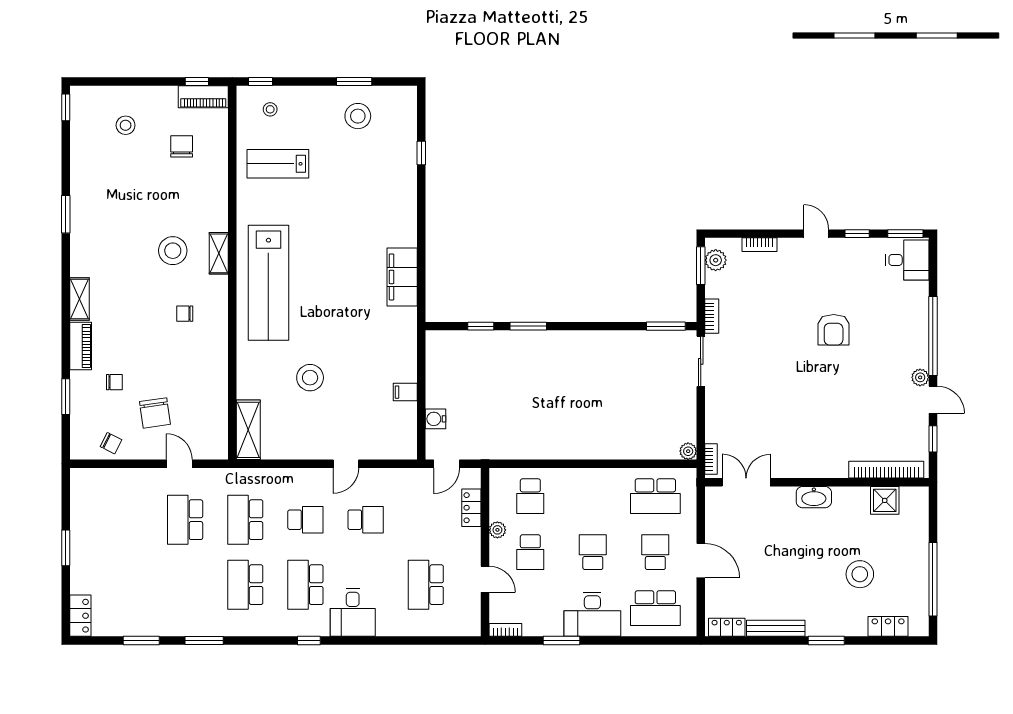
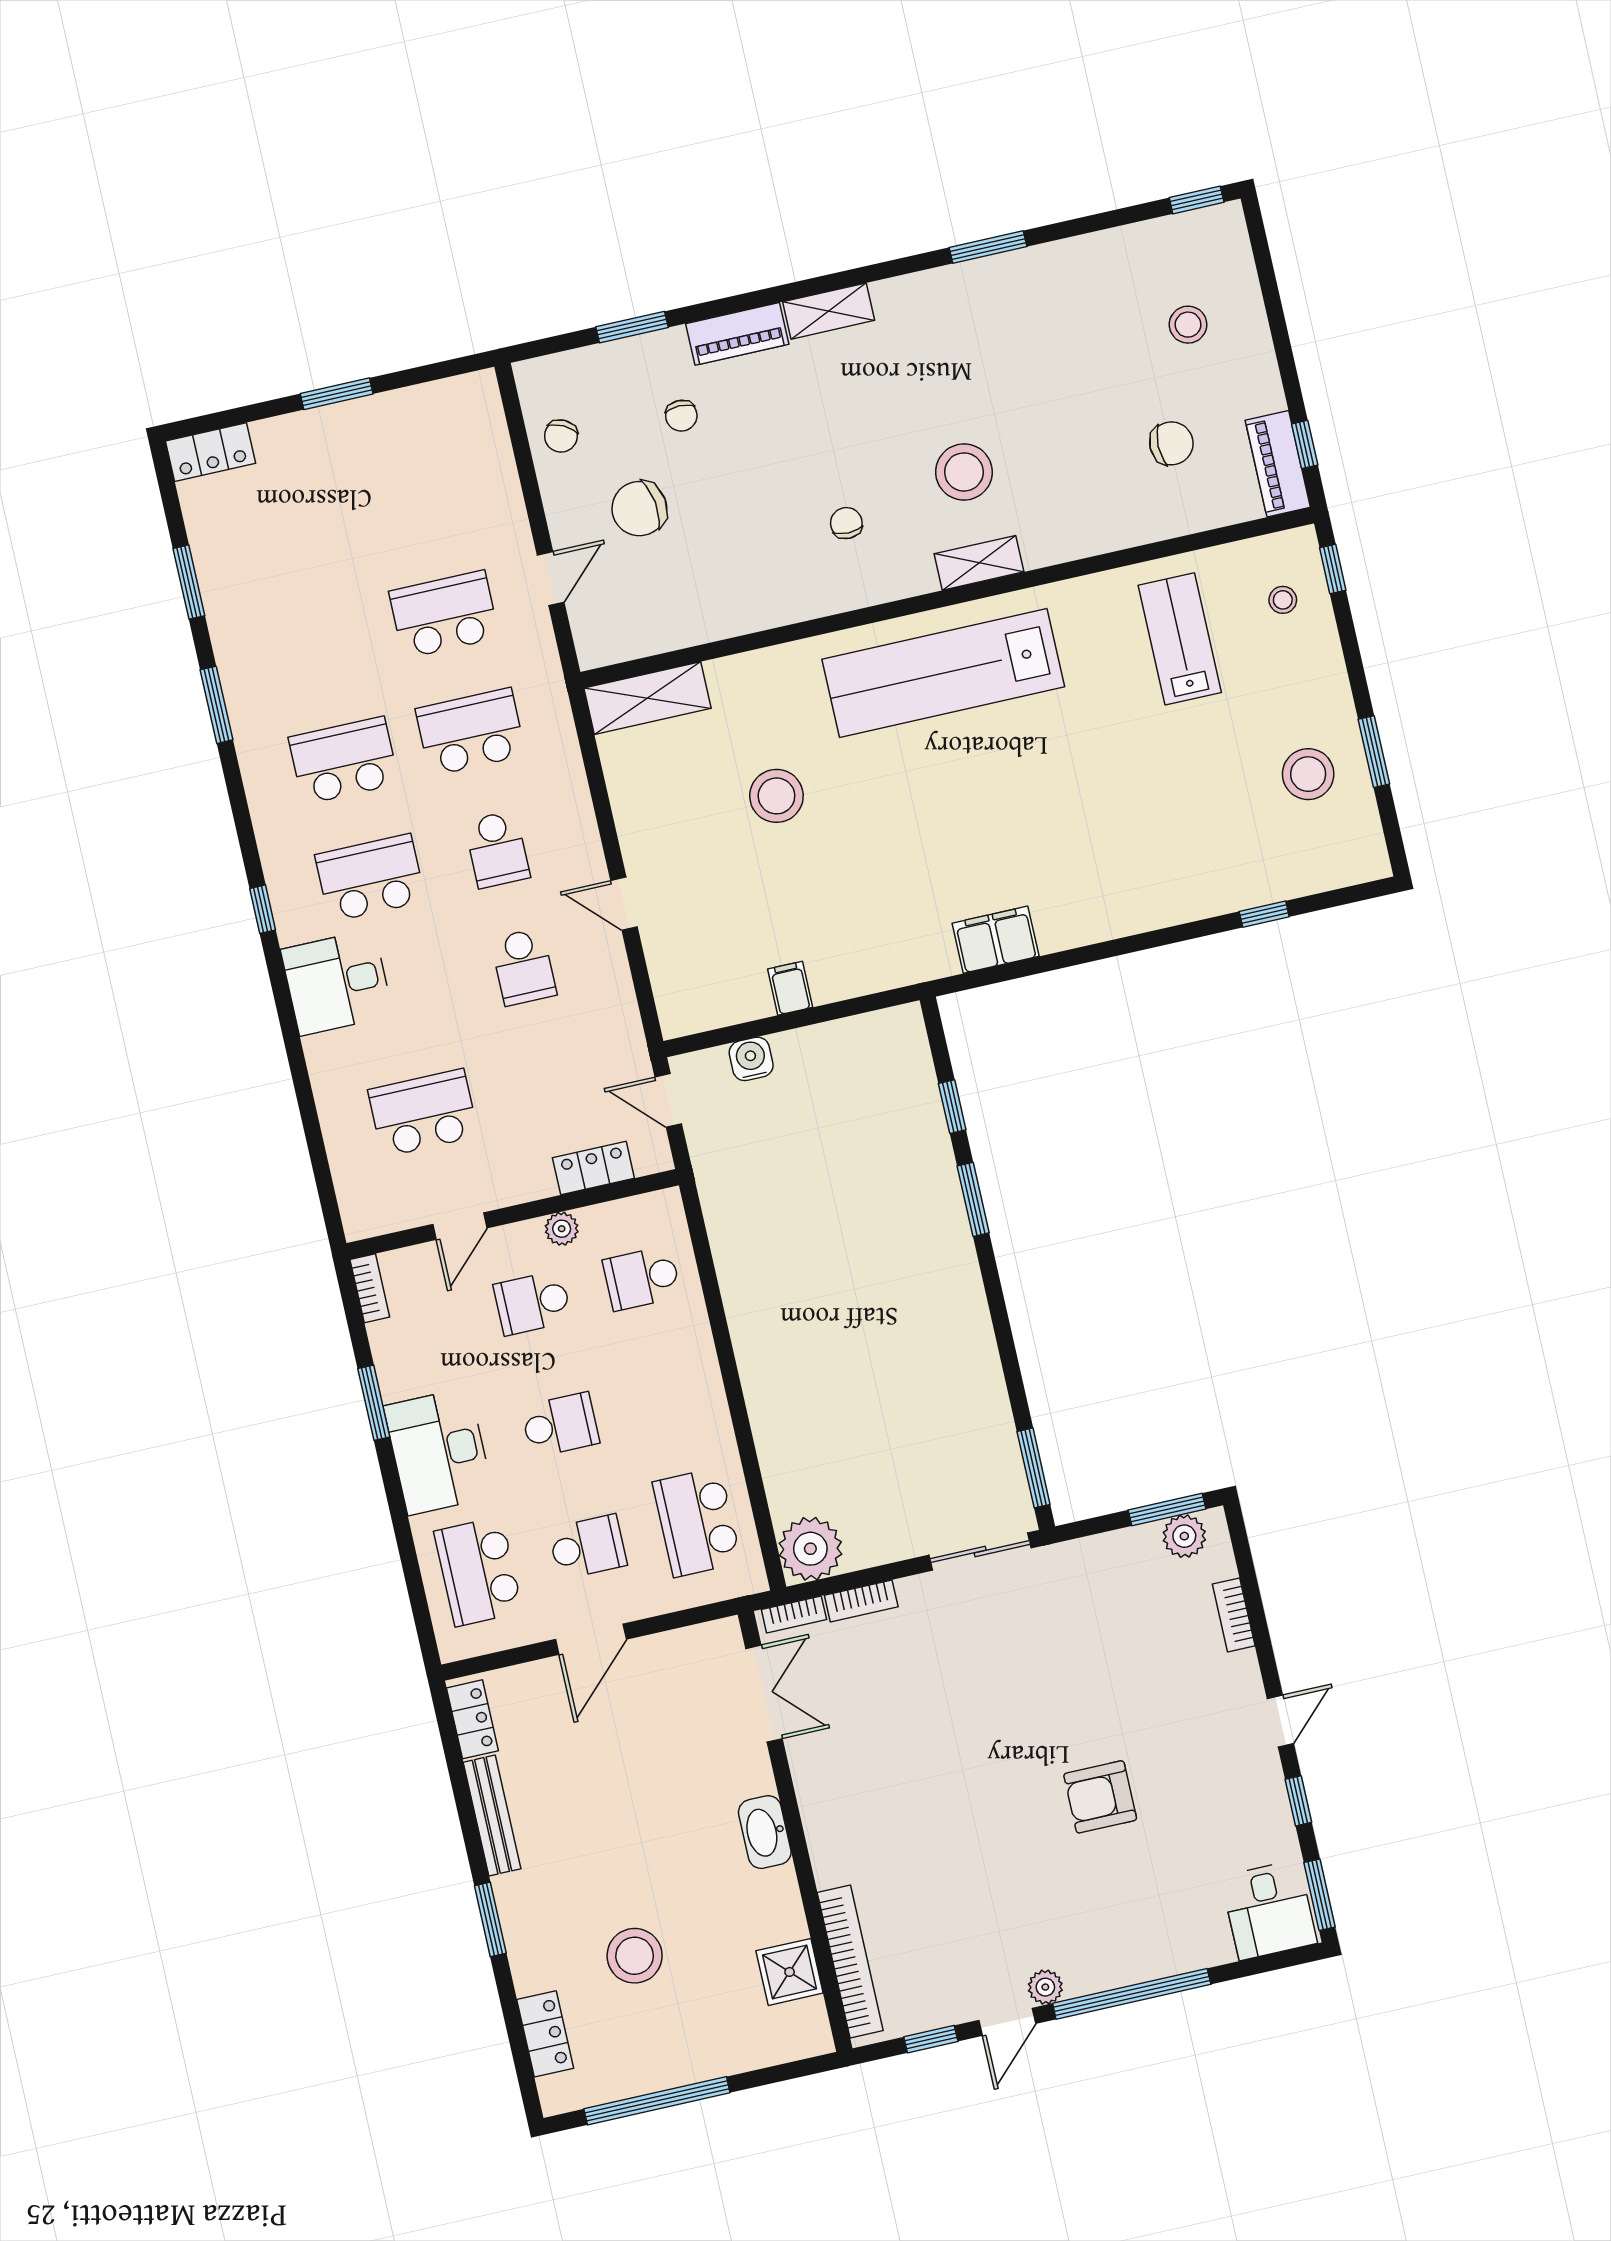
filing cabinet: (402, 277) -> (996, 940), width x0.67, depth x0.86
bookcase: (712, 316) -> (861, 1601), moved
plant: (688, 451) -> (810, 1549), width x1.88, depth x1.88

